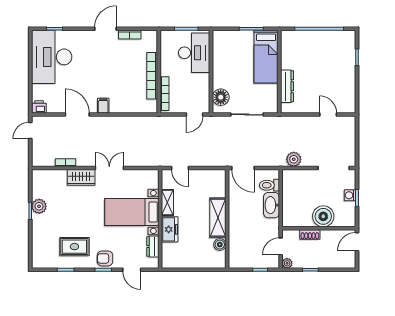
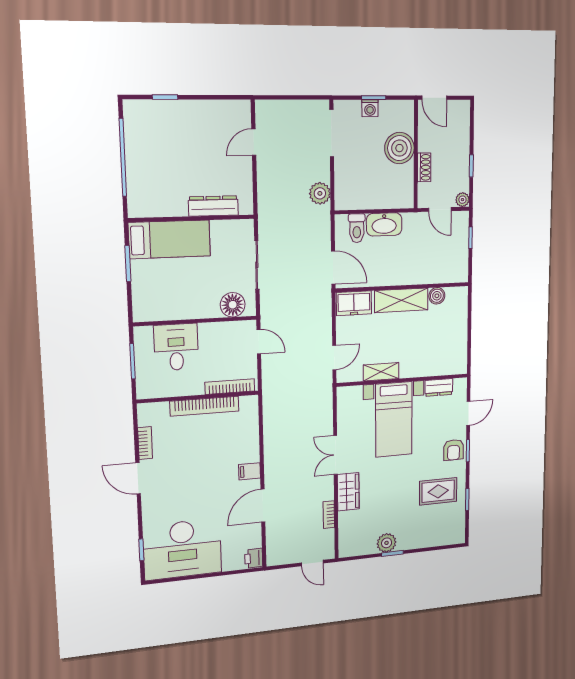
desk: (194, 53) -> (176, 347), width x0.73
door: (30, 131) -> (312, 563), moved
door: (243, 168) -> (333, 268), hinge flipped
freezer: (170, 229) -> (354, 303), moved, turned 180
rug: (74, 247) -> (438, 491), turned 90

